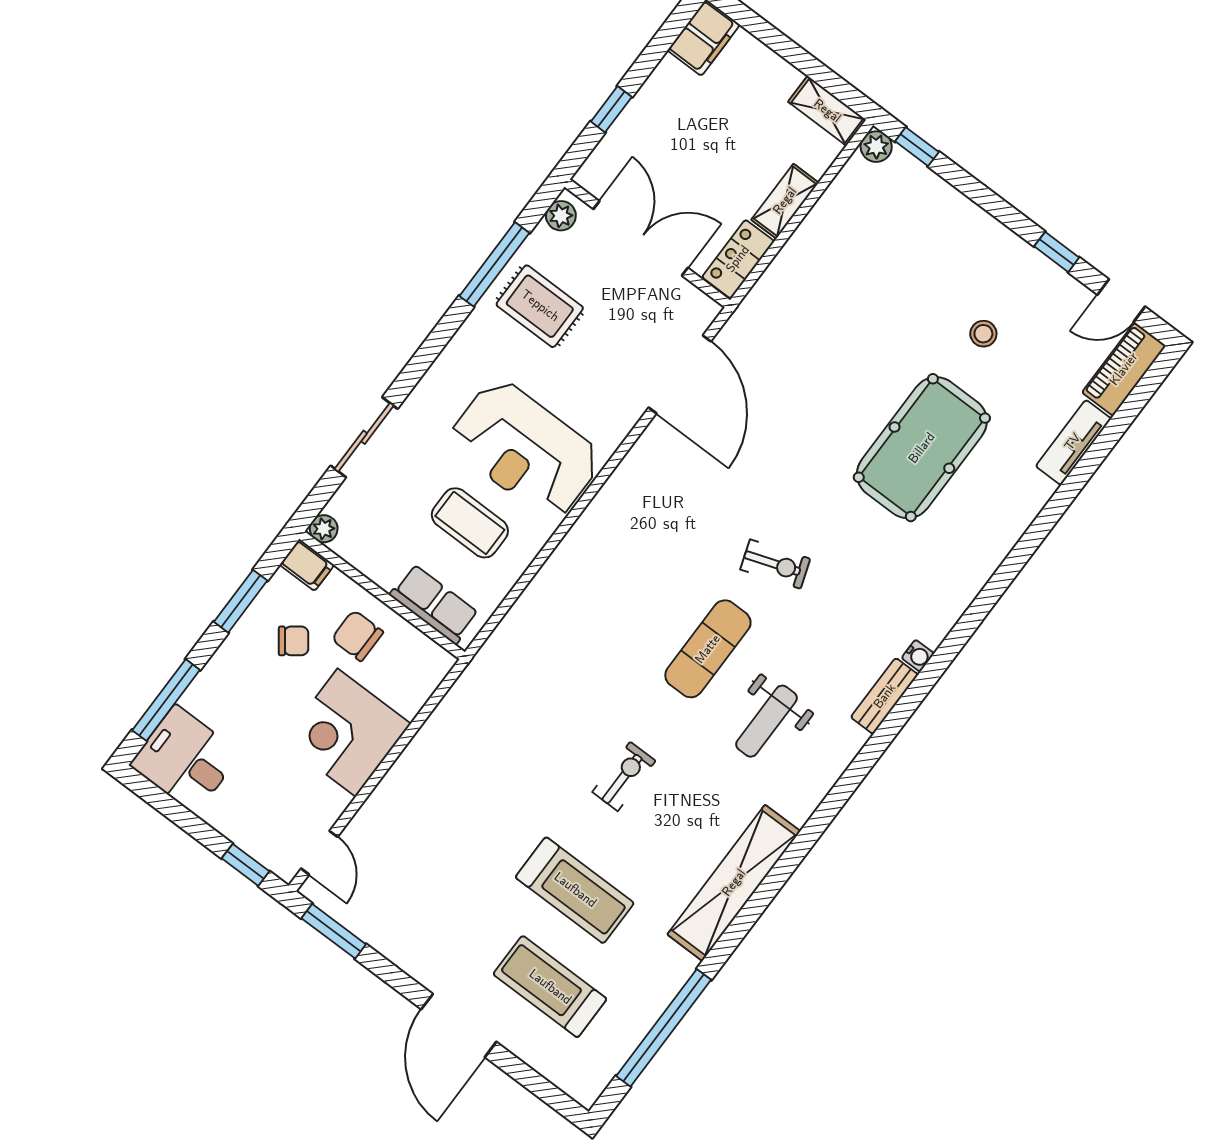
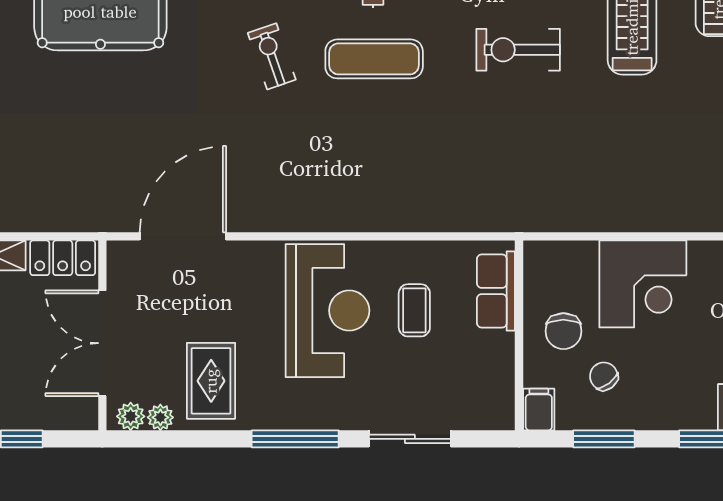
window: (494, 264) -> (295, 439), moved
coffee table: (470, 523) -> (414, 310), width x0.73, depth x0.77
plant: (324, 529) -> (160, 417), moved
exercise bike: (624, 776) -> (518, 50), width x1.38, depth x1.39

